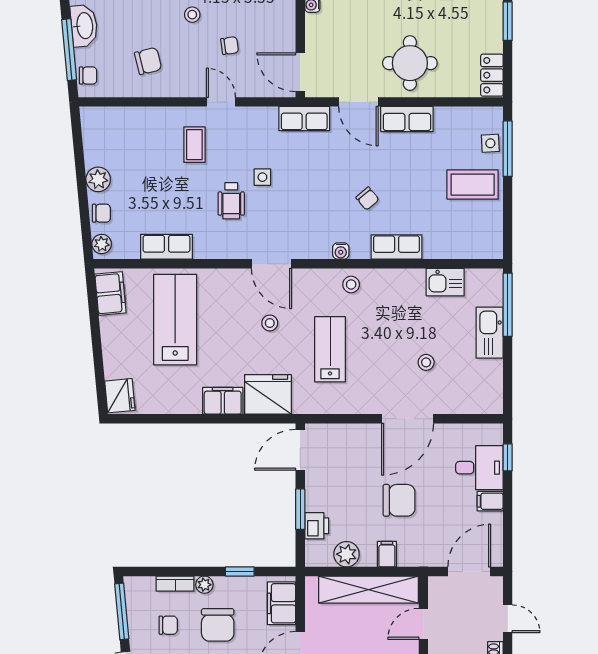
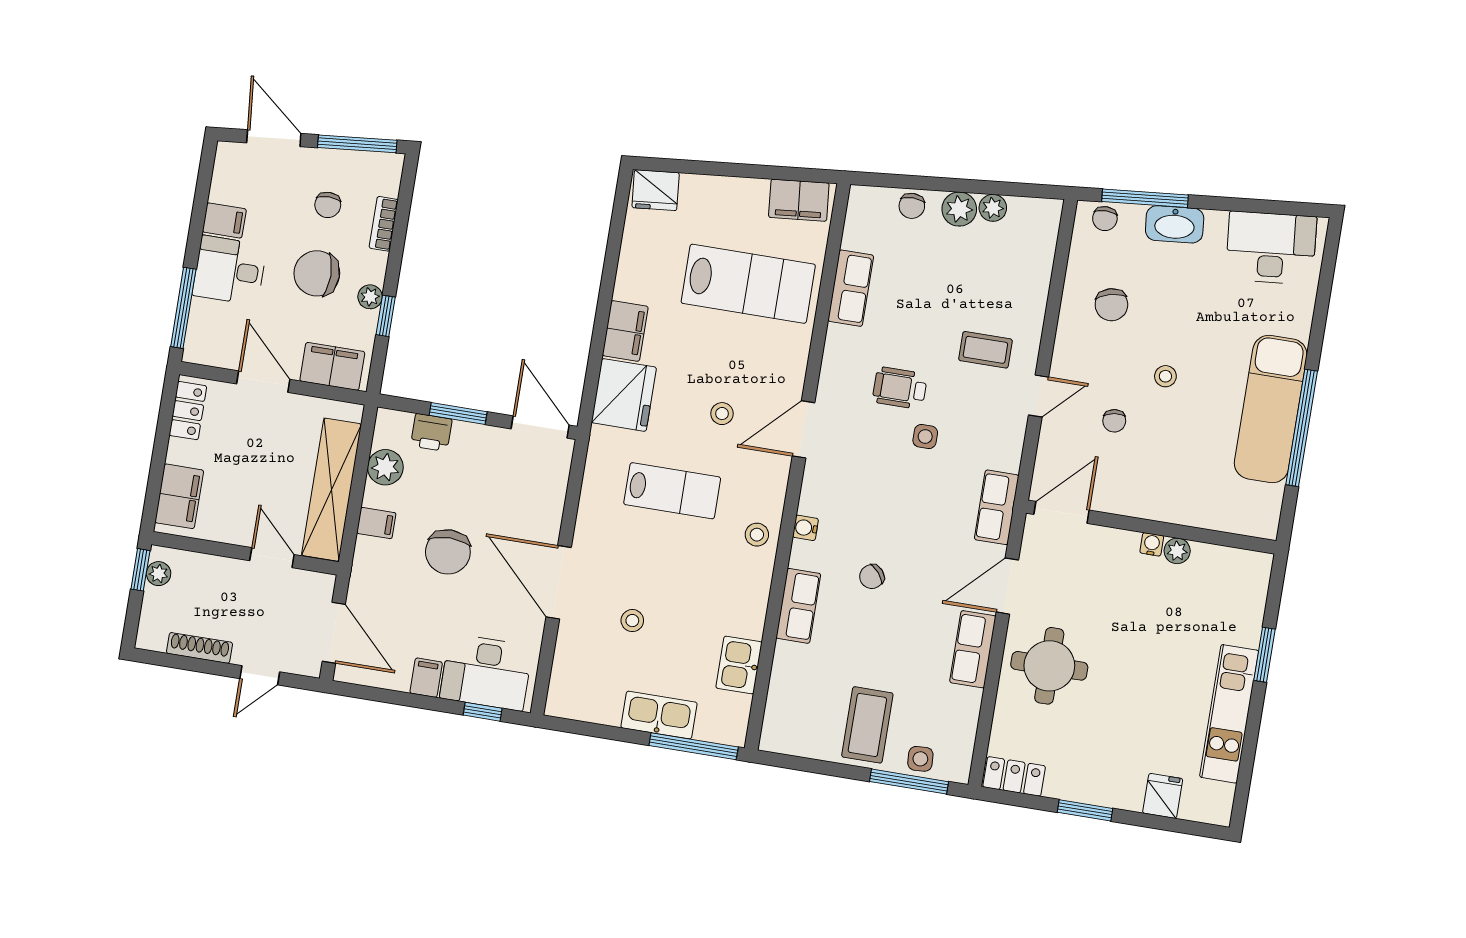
plant: (102, 244) -> (993, 208), moved
desk: (479, 468) -> (486, 672), width x1.37
plant: (204, 585) -> (370, 297), moved

